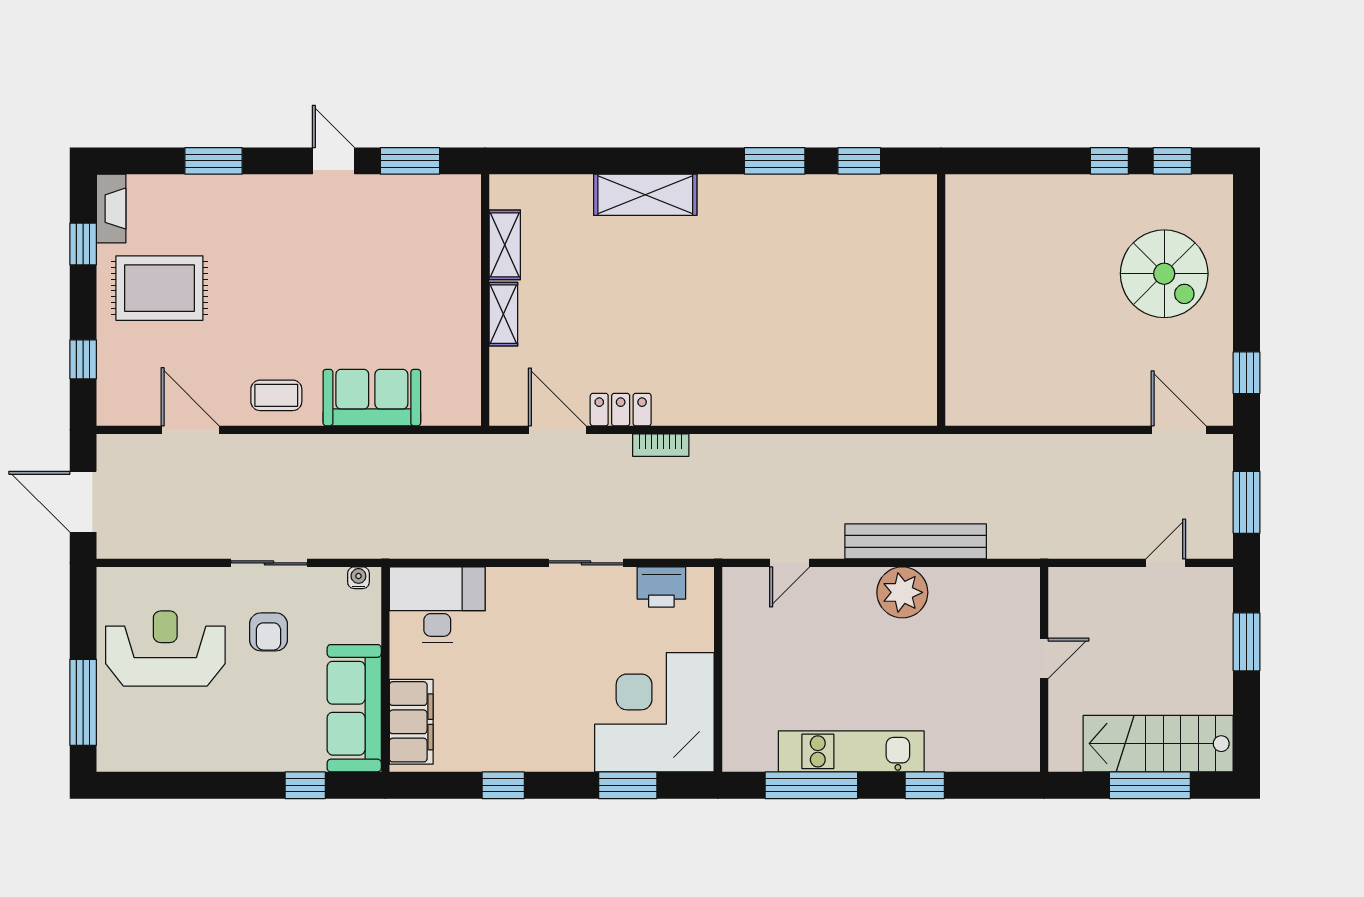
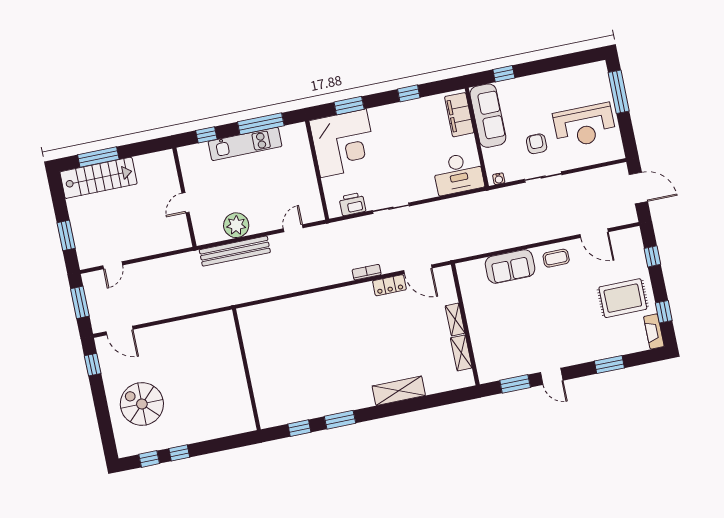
door: (1044, 658) -> (186, 203), moved
wall: (1044, 669) -> (184, 197), moved

